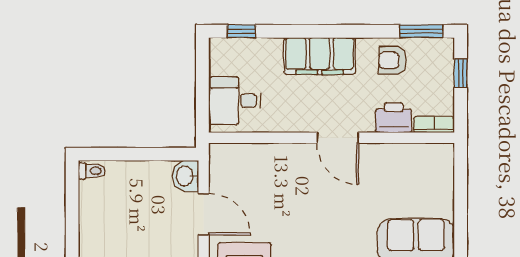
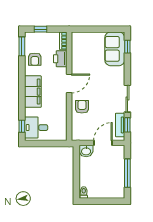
desk: (235, 101) -> (36, 128), moved, turned 90
armchair: (285, 167) -> (82, 107), added

